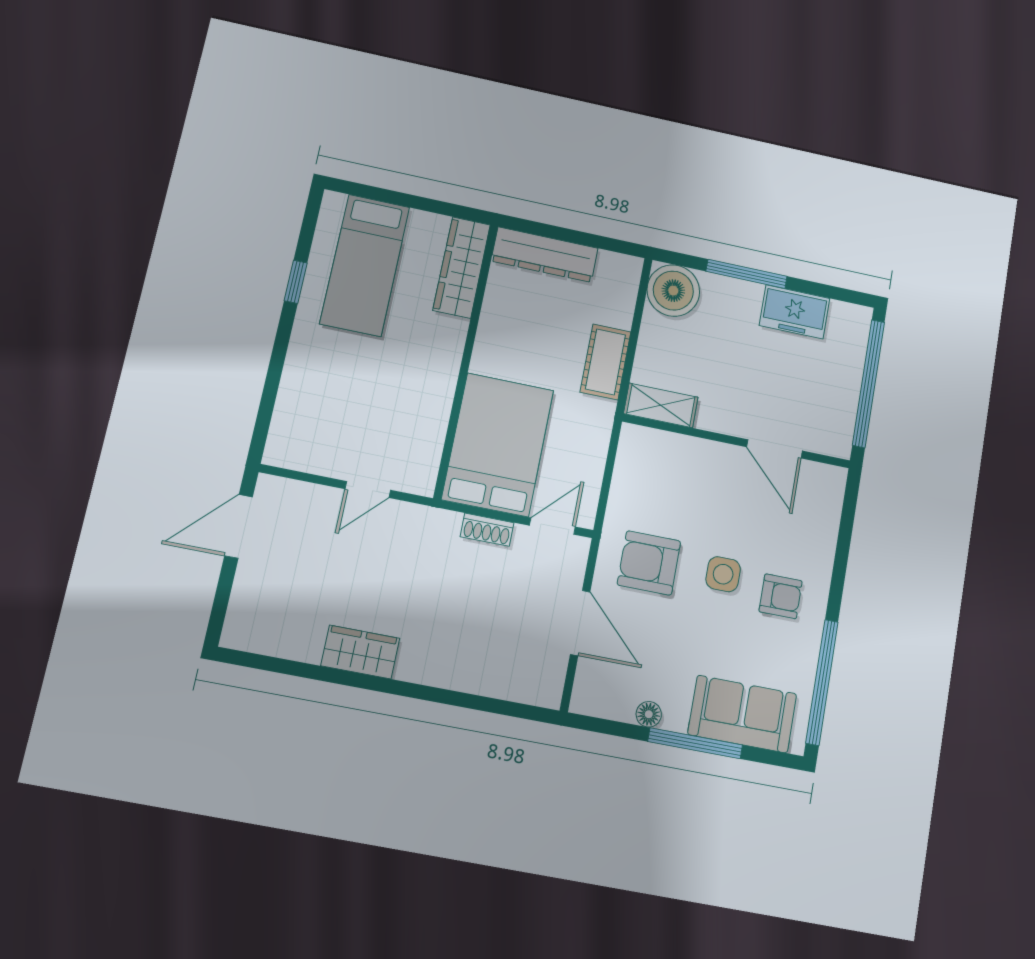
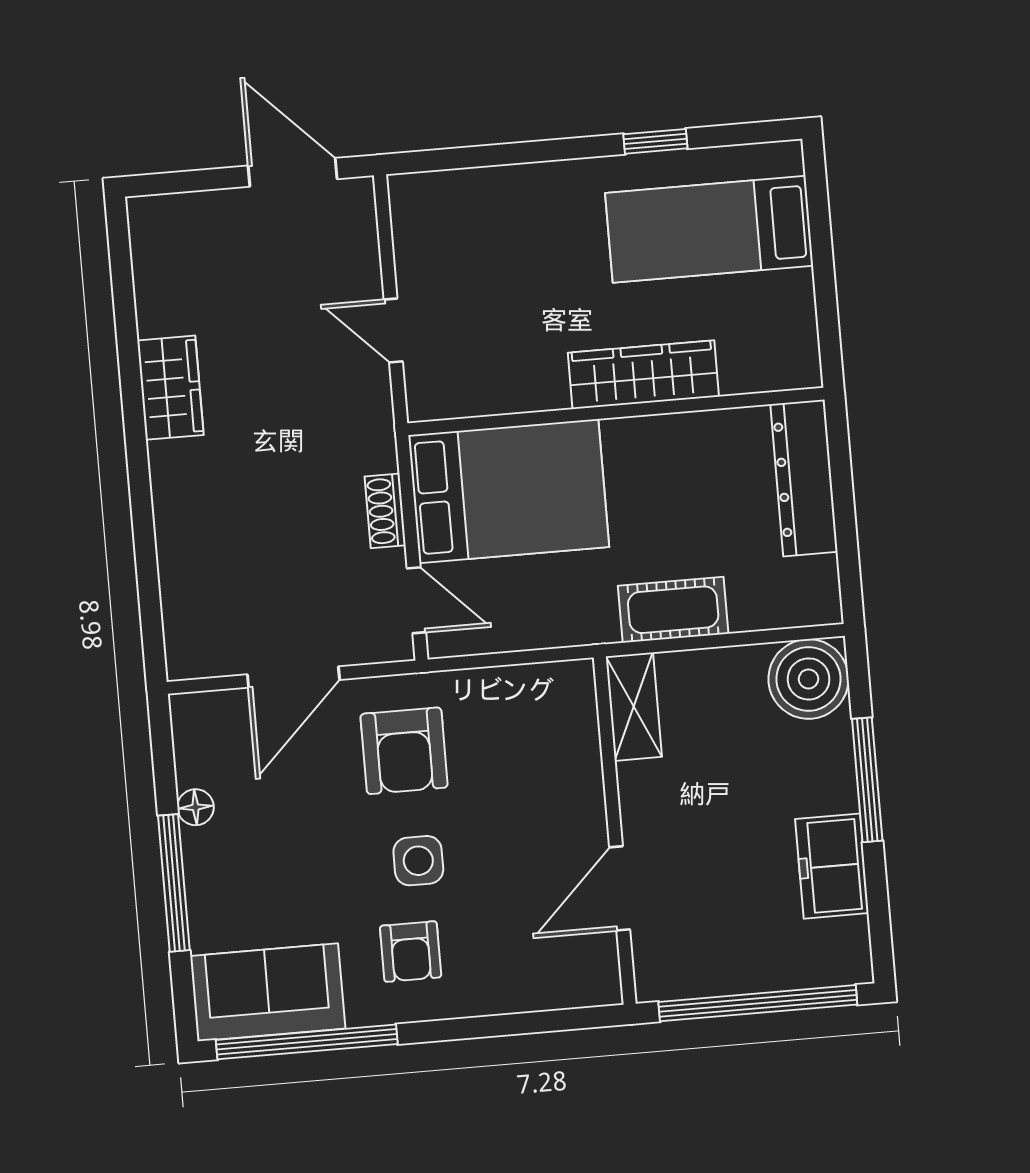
wardrobe: (462, 267) -> (643, 375), moved
armchair: (649, 563) -> (404, 751), turned 180
sofa: (742, 714) -> (268, 992), moved, turned -90

